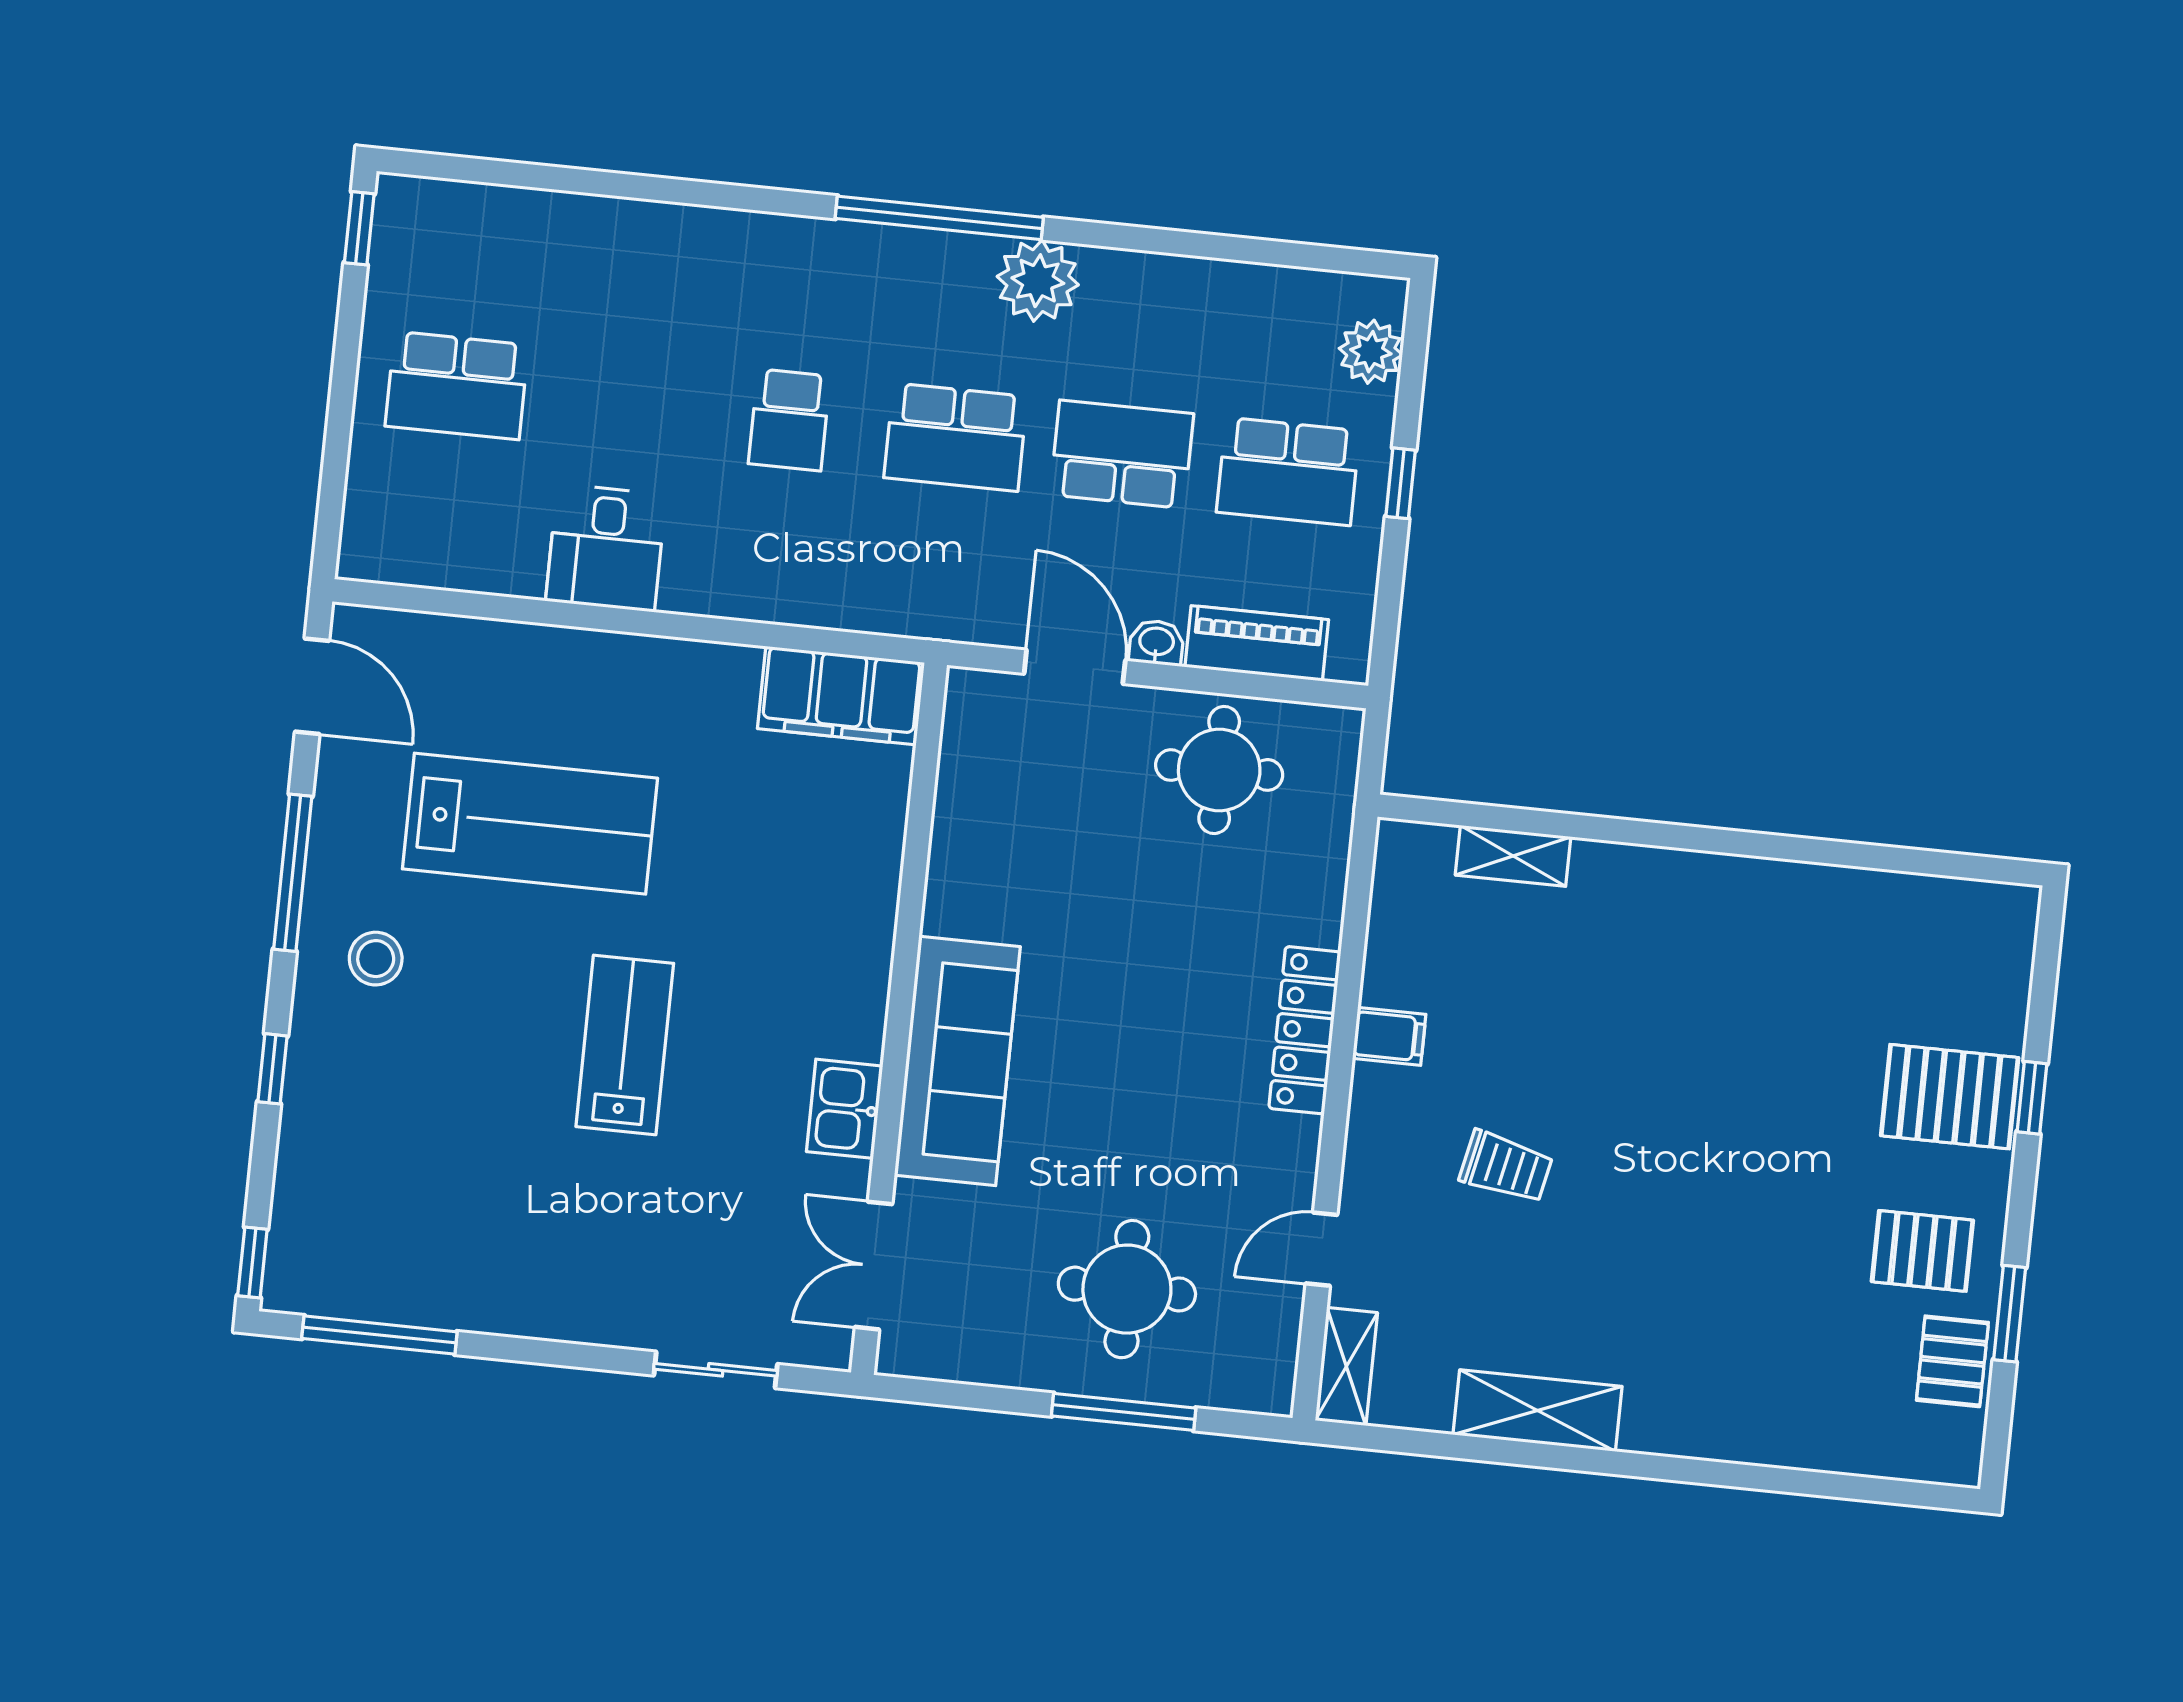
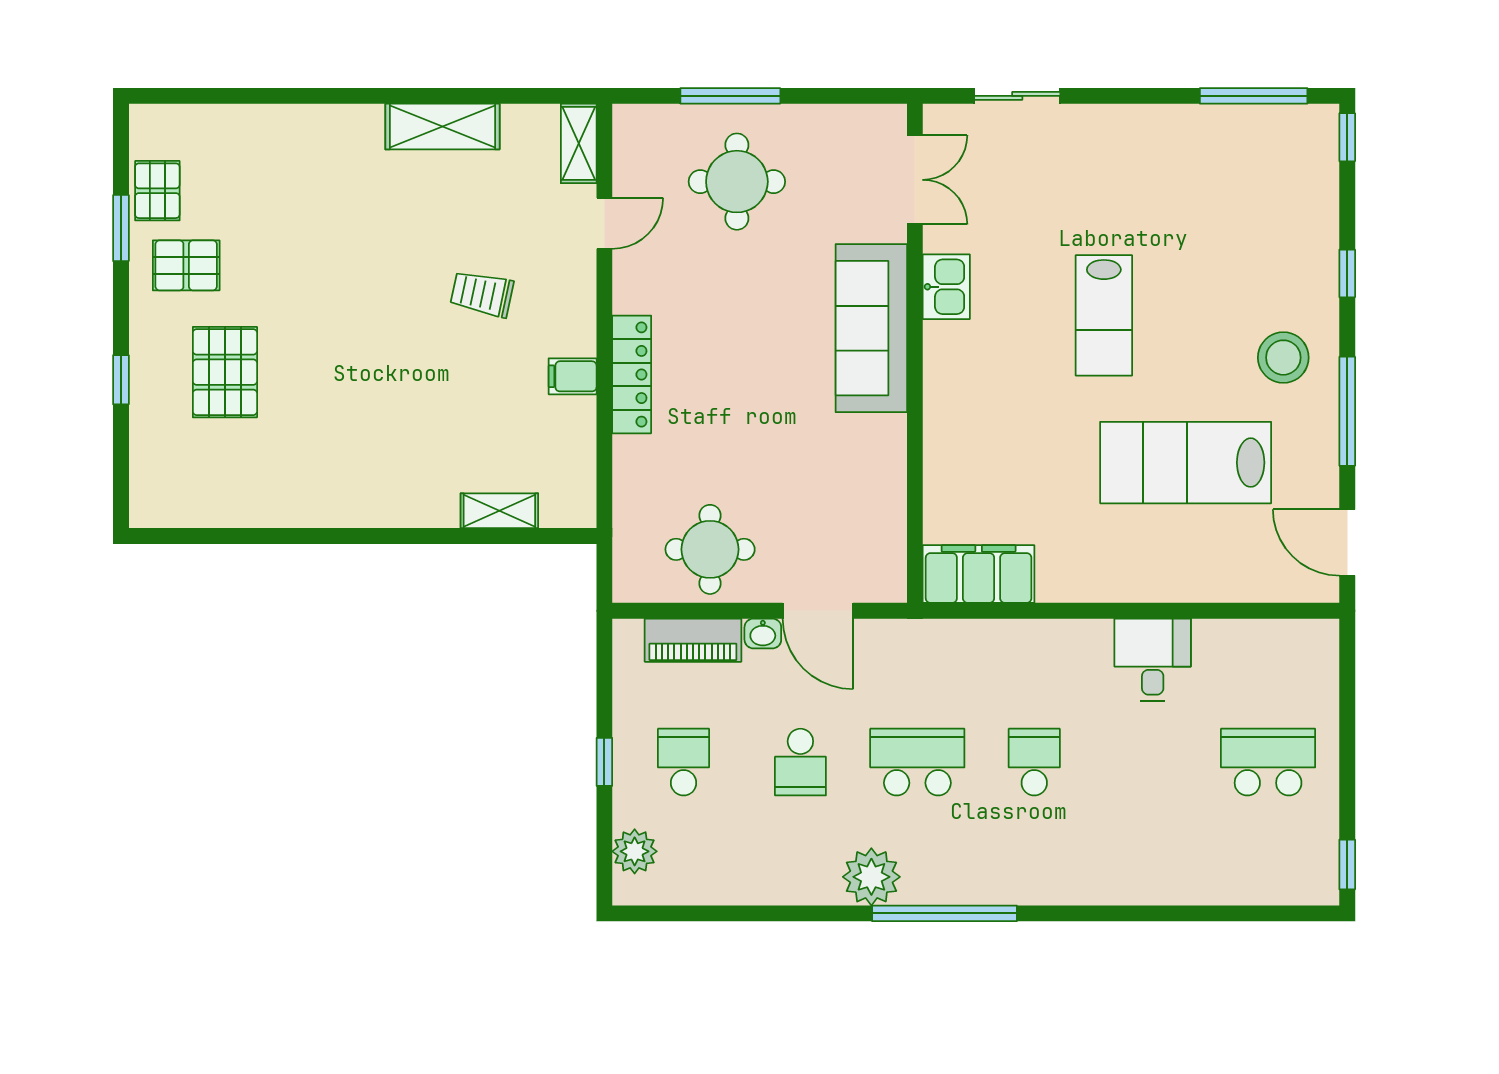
school desk: (1122, 454) -> (800, 762), width x0.54
school desk: (1288, 471) -> (684, 762), width x0.54
stool: (376, 959) -> (1283, 358), width x1.38, depth x1.38
pallet: (1950, 1097) -> (225, 372), moved, turned 90

